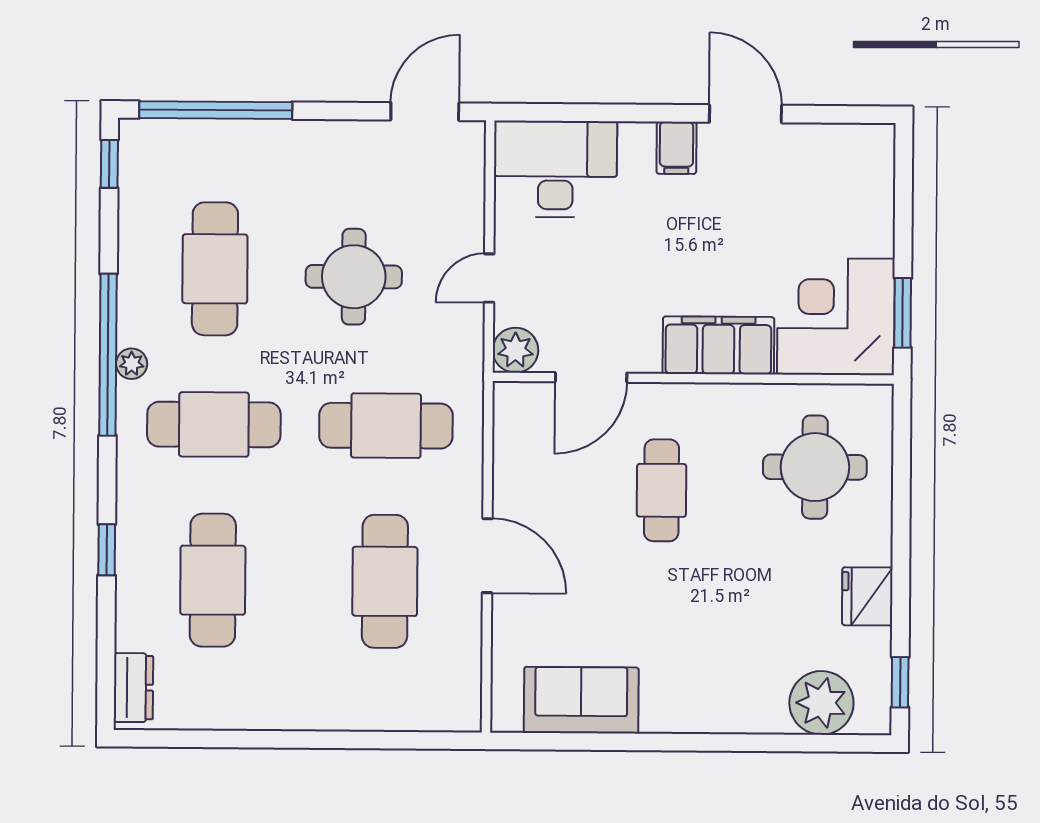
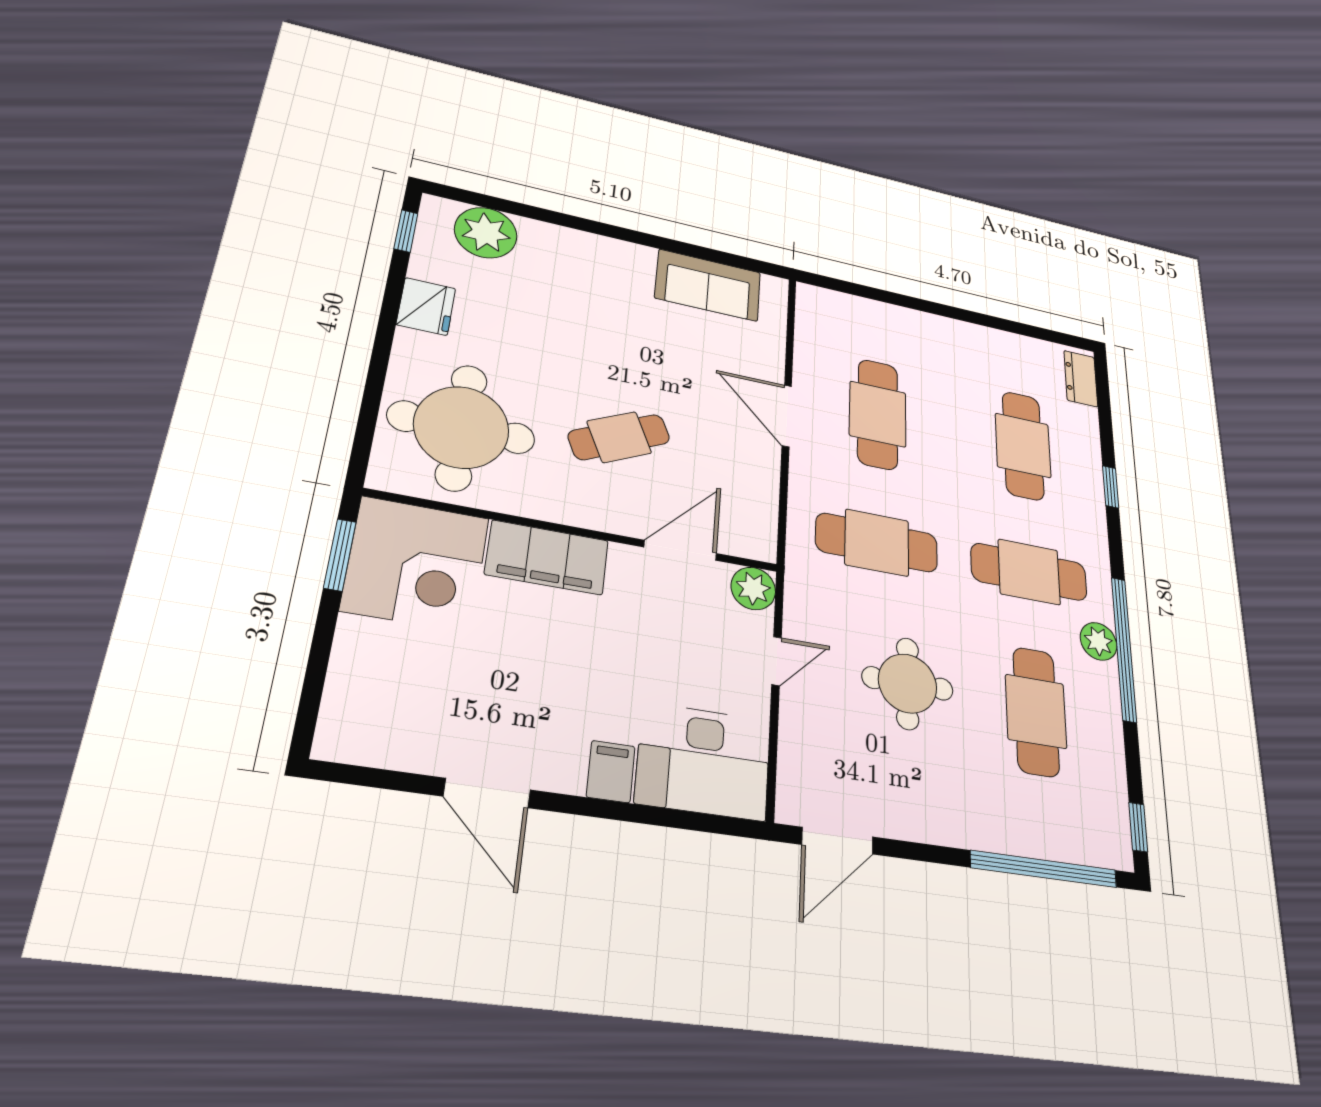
filing cabinet: (676, 148) -> (611, 772), moved
plant: (132, 364) -> (1099, 641), width x1.38, depth x1.38
round table: (815, 467) -> (461, 427), width x1.36, depth x1.36
cafe table: (662, 490) -> (619, 437), turned 65

